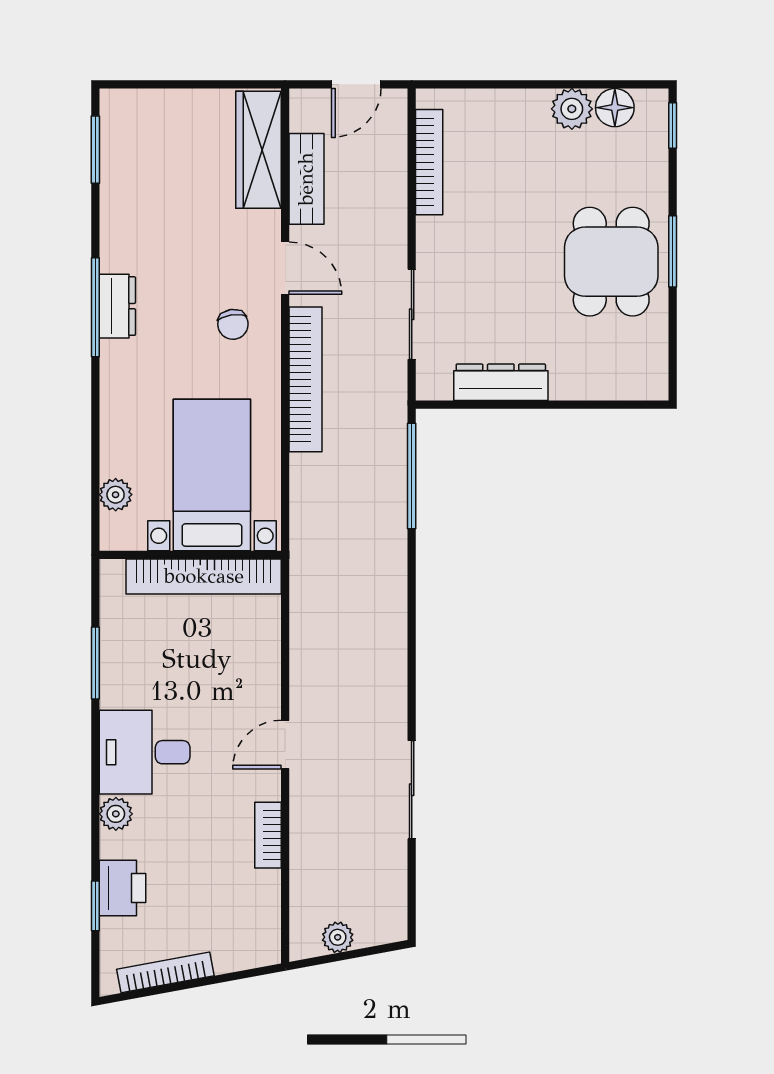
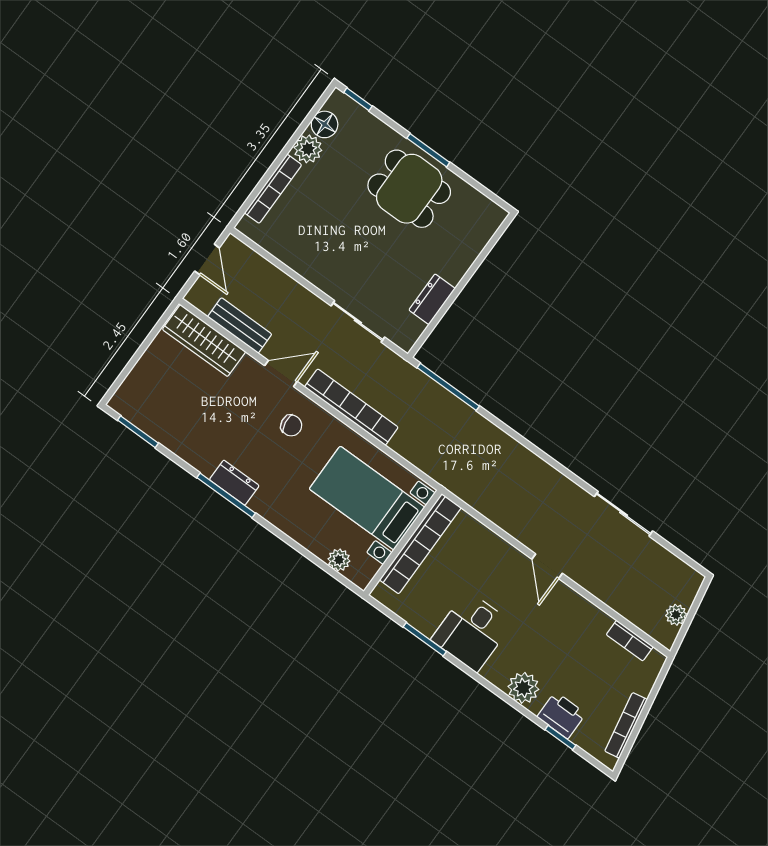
bookcase: (429, 162) -> (273, 189), moved, turned 90
dresser: (501, 382) -> (432, 299), width x0.70
desk: (145, 752) -> (472, 631), moved
plant: (116, 814) -> (523, 688), width x1.38, depth x1.38
bookcase: (268, 835) -> (630, 641), moved

